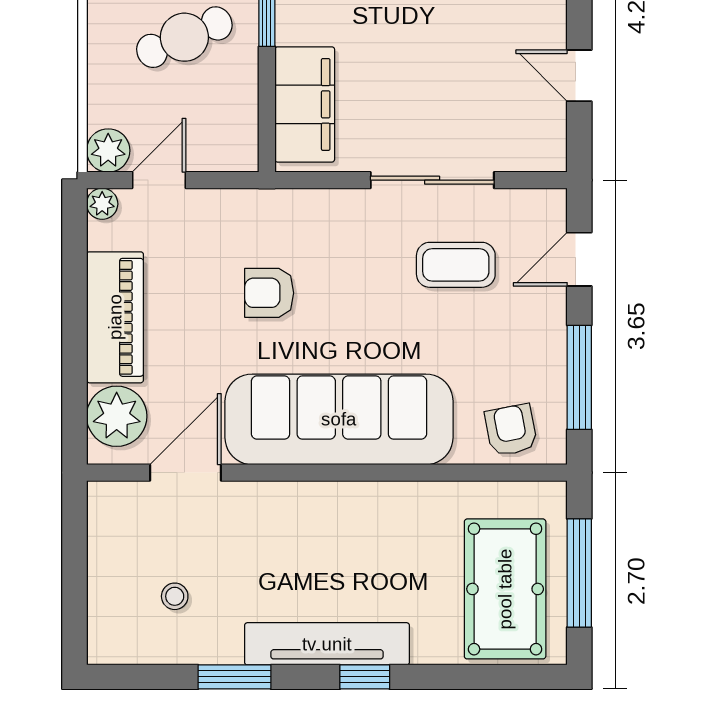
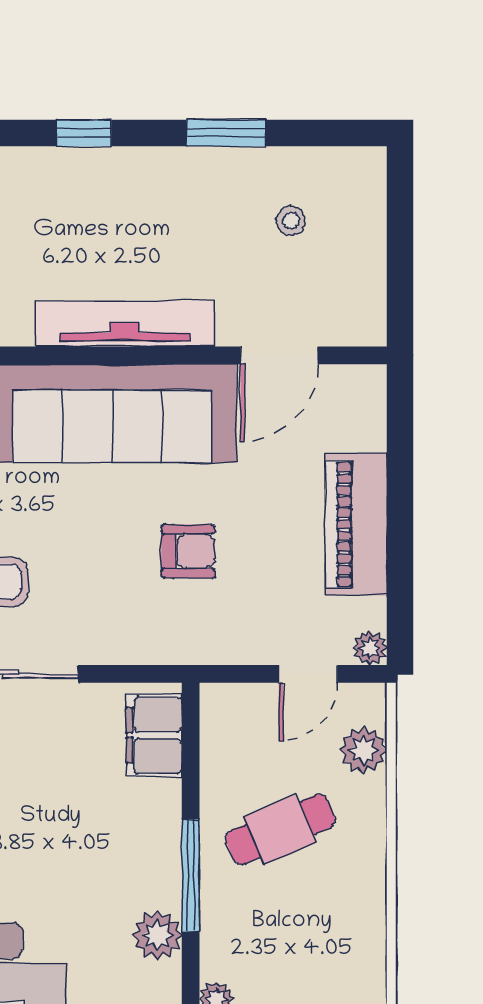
filing cabinet: (305, 104) -> (154, 735), width x0.67, depth x0.86
plant: (108, 150) -> (363, 750), moved
plant: (117, 416) -> (354, 417), removed
tv unit: (327, 644) -> (125, 324), moved, turned 180

